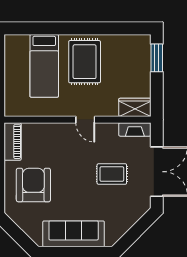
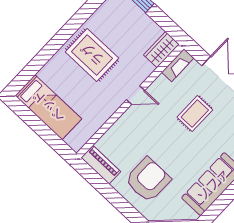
bed: (44, 66) -> (48, 107), moved
armchair: (33, 185) -> (148, 180), turned 90

